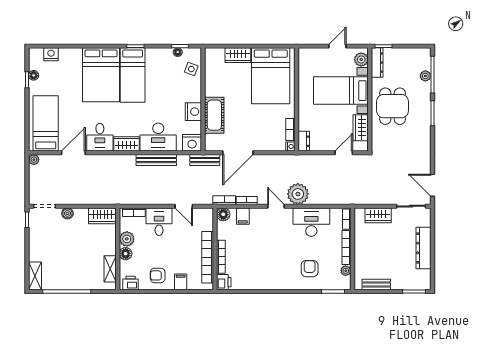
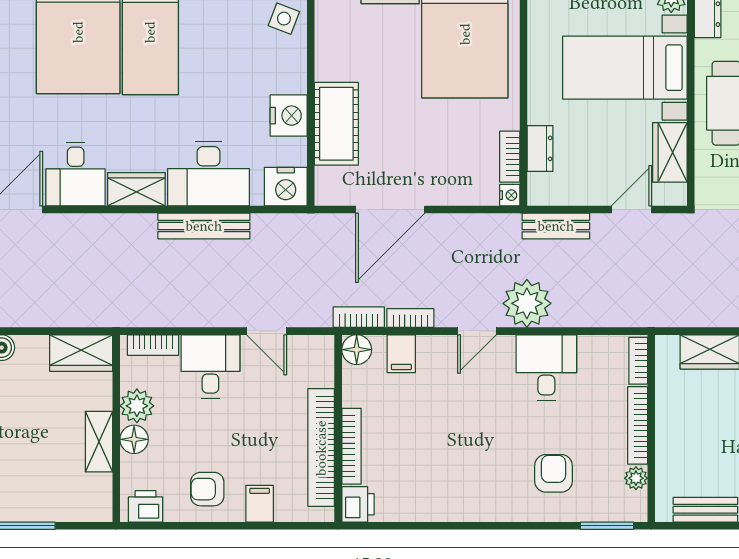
dresser: (304, 141) -> (540, 148), moved
bench: (205, 160) -> (556, 226), moved
door: (276, 206) -> (477, 331), swing flipped
desk: (311, 222) -> (546, 367), width x0.73
shelving: (110, 269) -> (99, 442), moved

